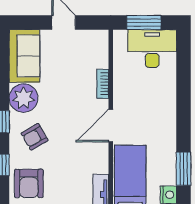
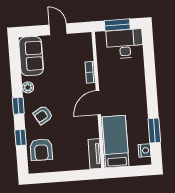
plant: (24, 98) -> (28, 87), width x0.53, depth x0.53

